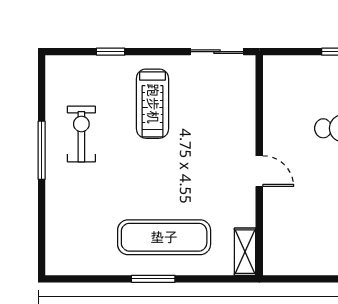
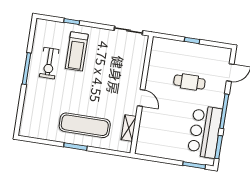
treadmill: (153, 104) -> (77, 51), moved
exercise bike: (81, 134) -> (49, 63), turned 180
shelving: (245, 252) -> (129, 128), moved

